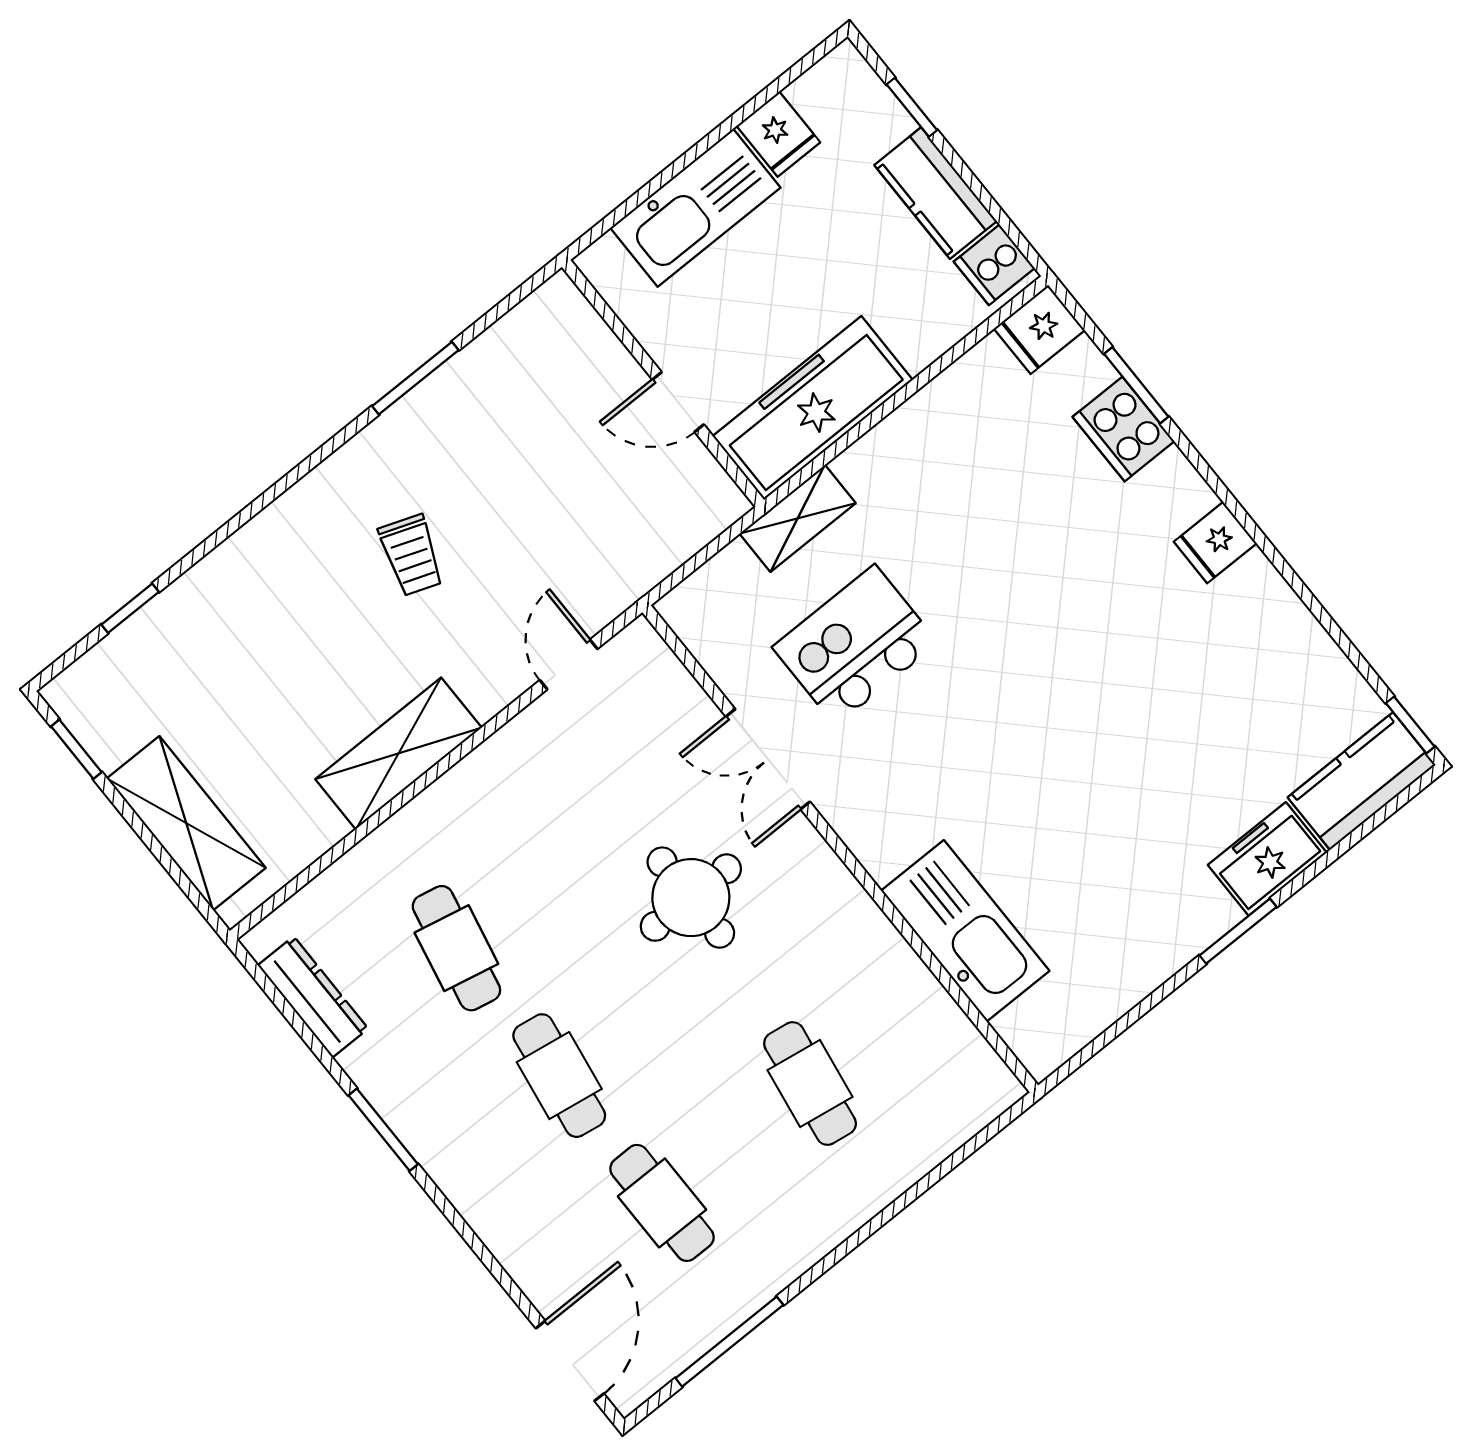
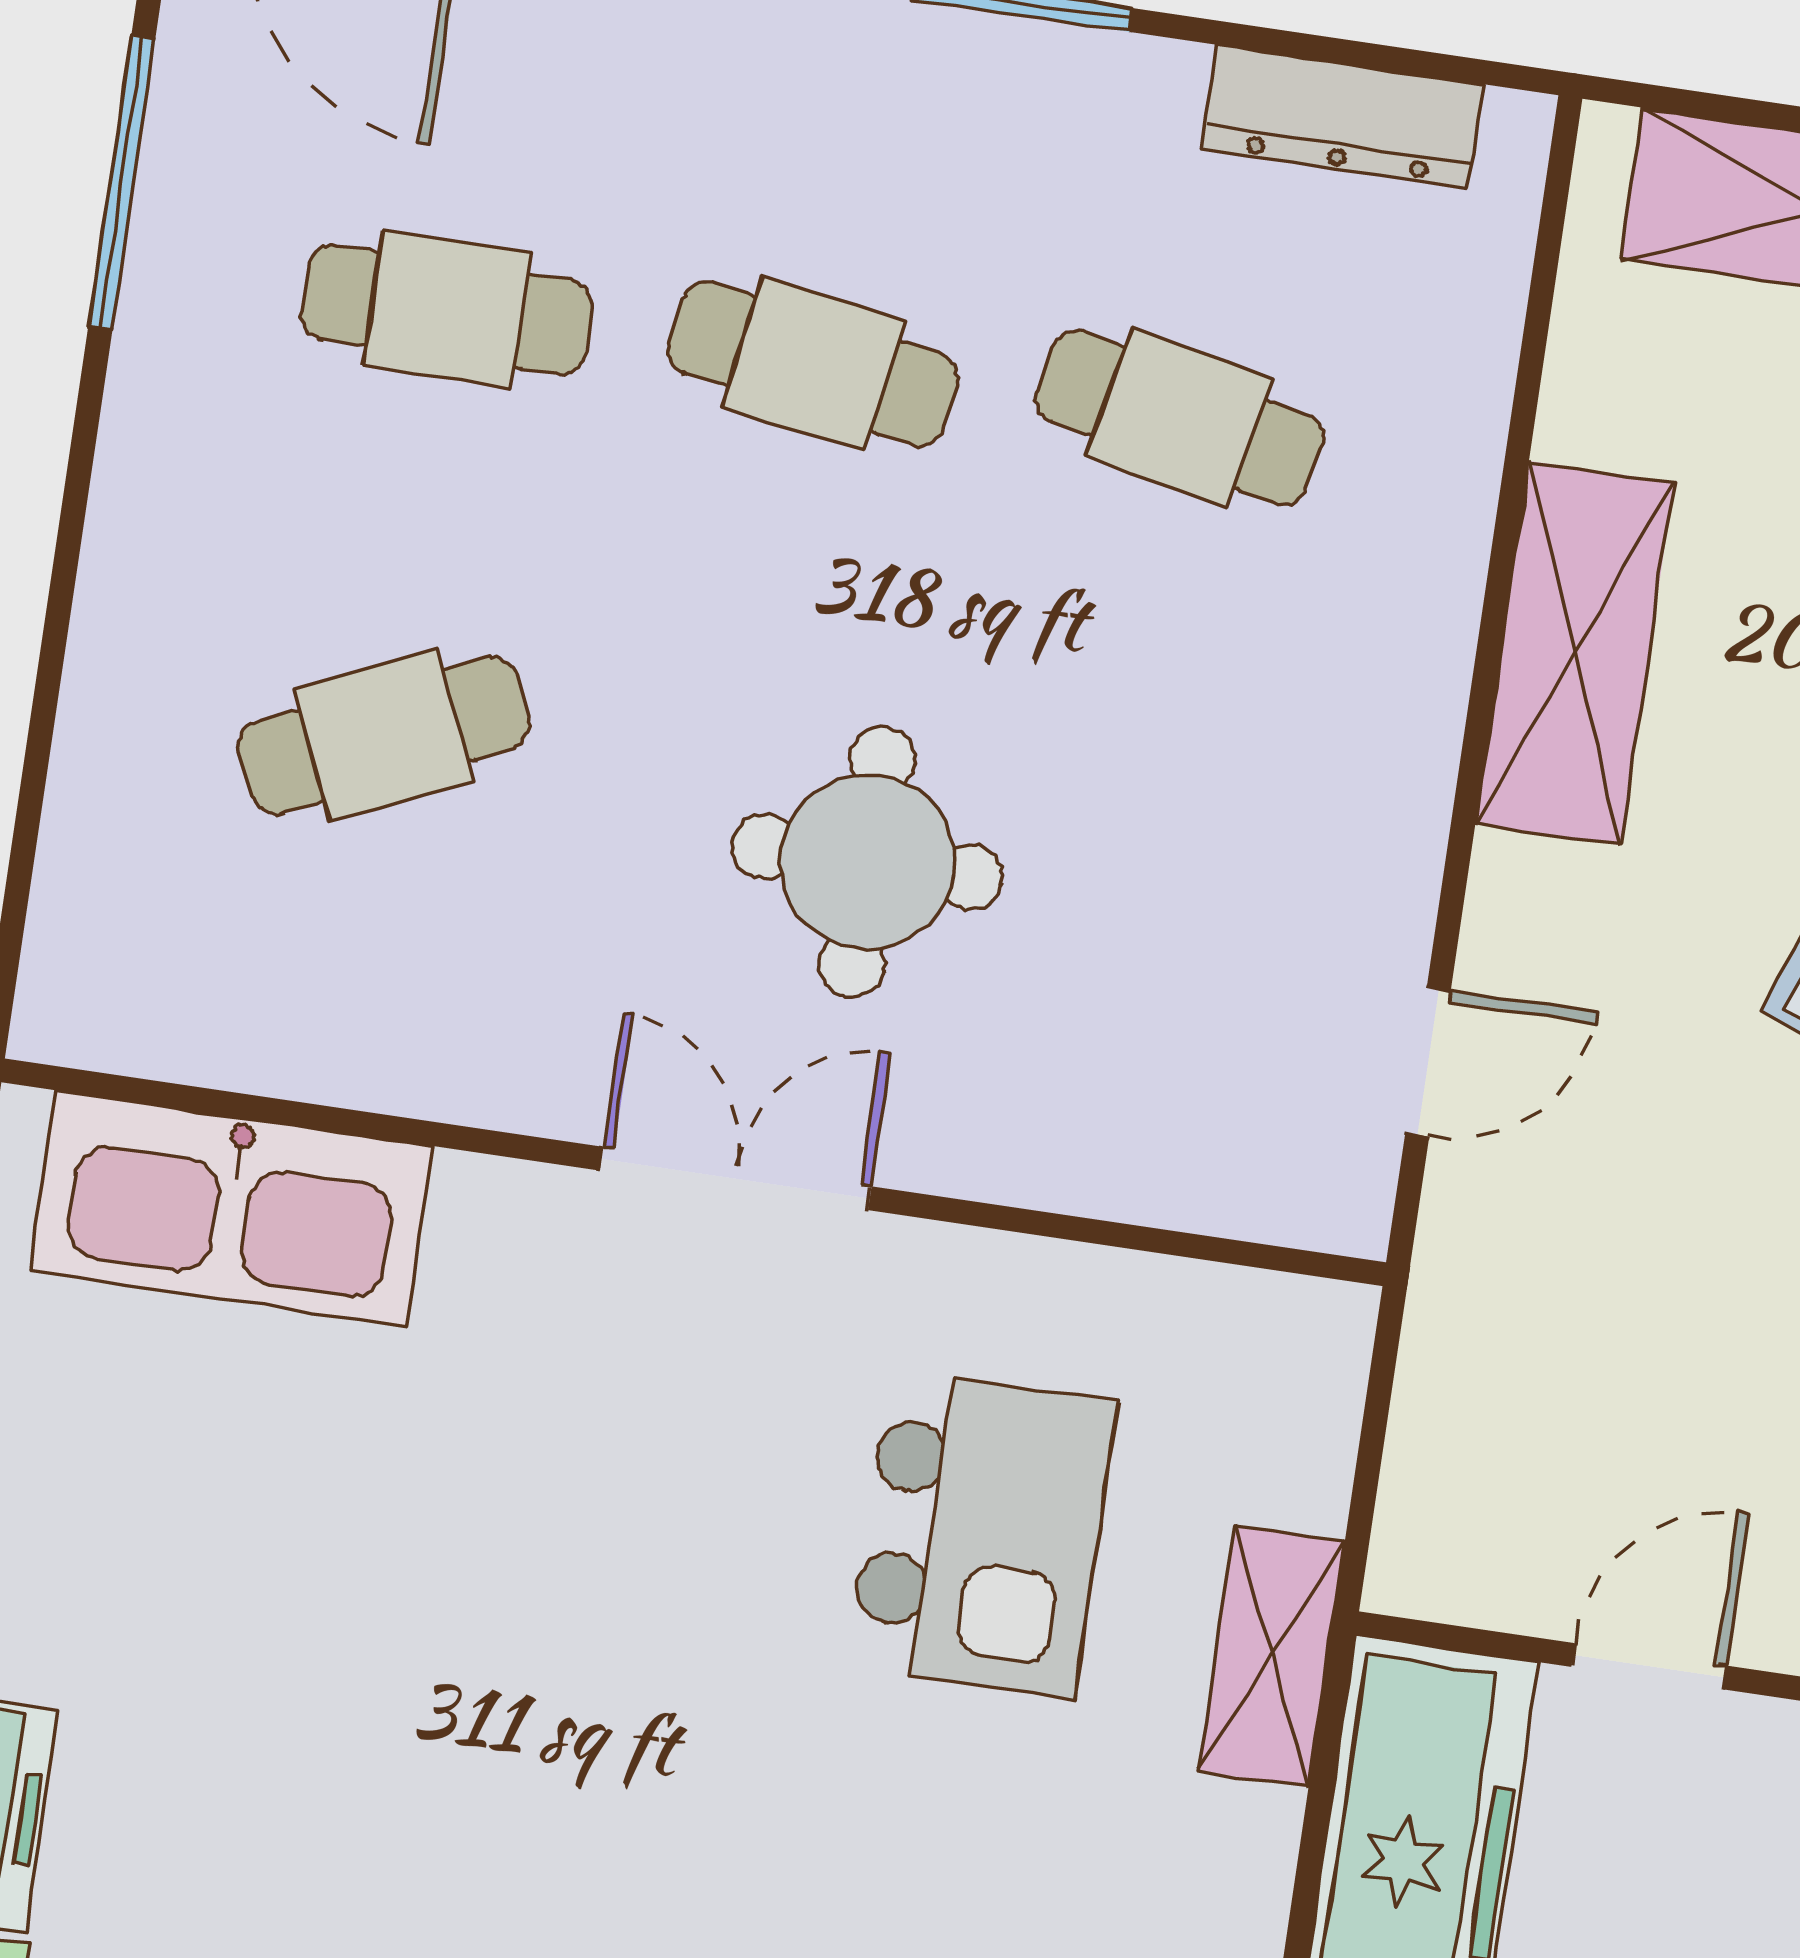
door: (569, 665) -> (1428, 1062), hinge flipped
double door: (768, 759) -> (736, 1178), moved
kitchen sink: (965, 931) -> (232, 1209), moved
cafe table: (810, 1083) -> (384, 736), turned -33

